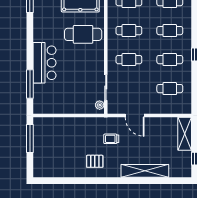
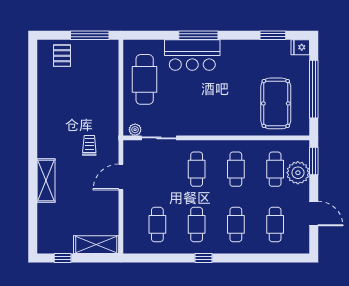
cafe table: (83, 34) -> (145, 79), moved
window: (30, 84) -> (198, 35), moved
pallet: (95, 161) -> (62, 56), moved
shelving: (145, 171) -> (46, 181), width x0.68

